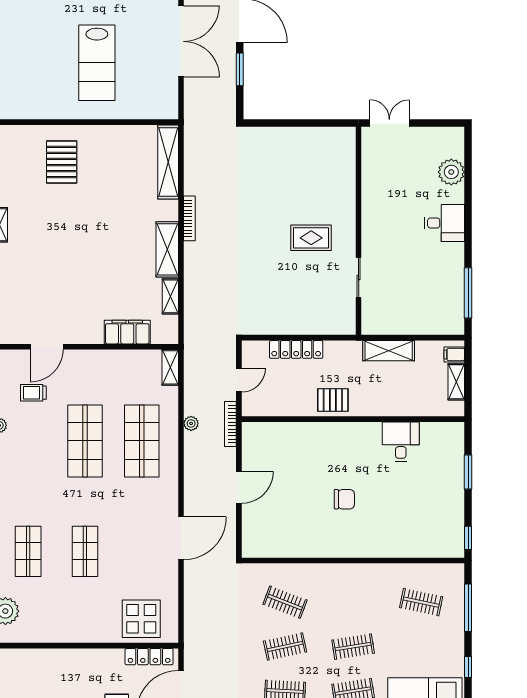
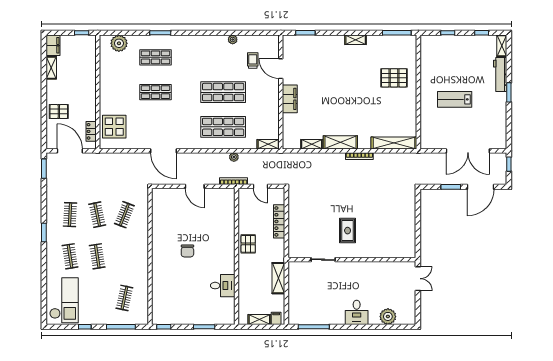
lab bench: (97, 63) -> (455, 99), width x0.73, depth x0.72
filing cabinet: (127, 332) -> (290, 99), moved
locker: (149, 657) -> (91, 131), width x0.66

